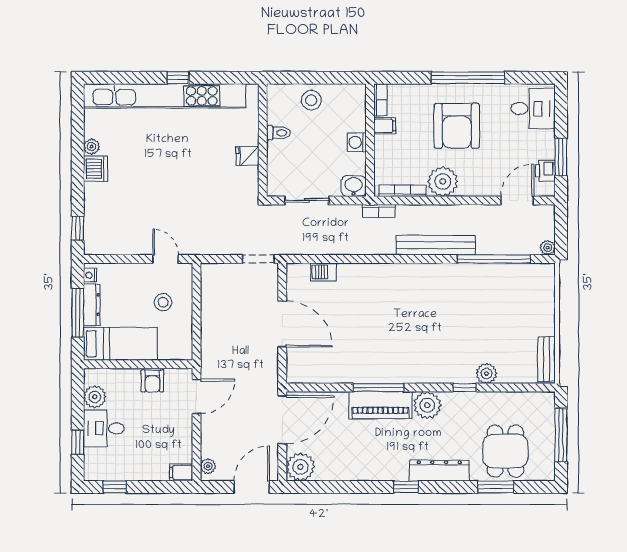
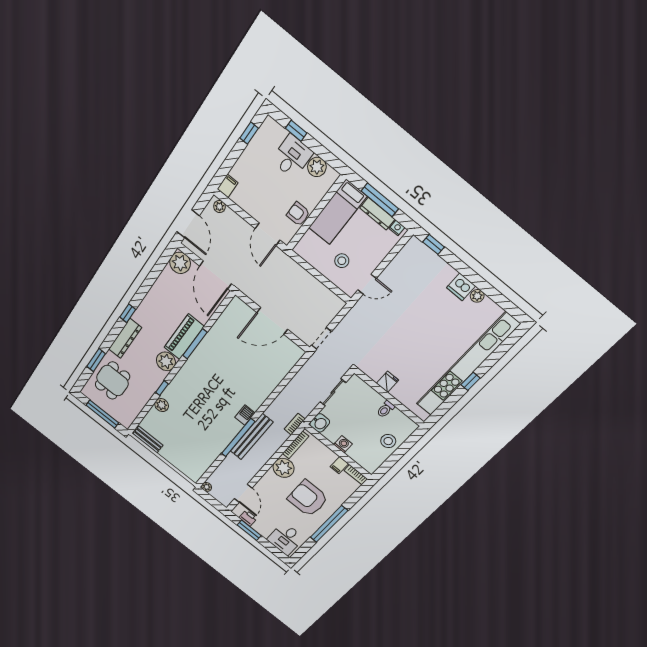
window: (494, 259) -> (238, 438), moved
barbecue: (324, 272) -> (245, 415), moved
dining table: (505, 451) -> (112, 381), turned 90

